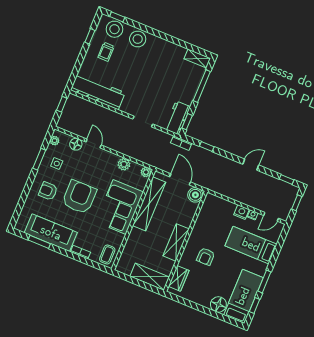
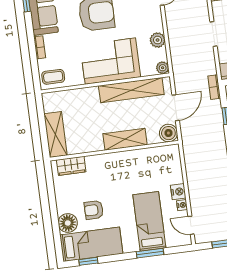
shelving: (176, 242) -> (125, 139), moved
armchair: (206, 257) -> (94, 210), moved
window: (264, 281) -> (150, 253), moved

